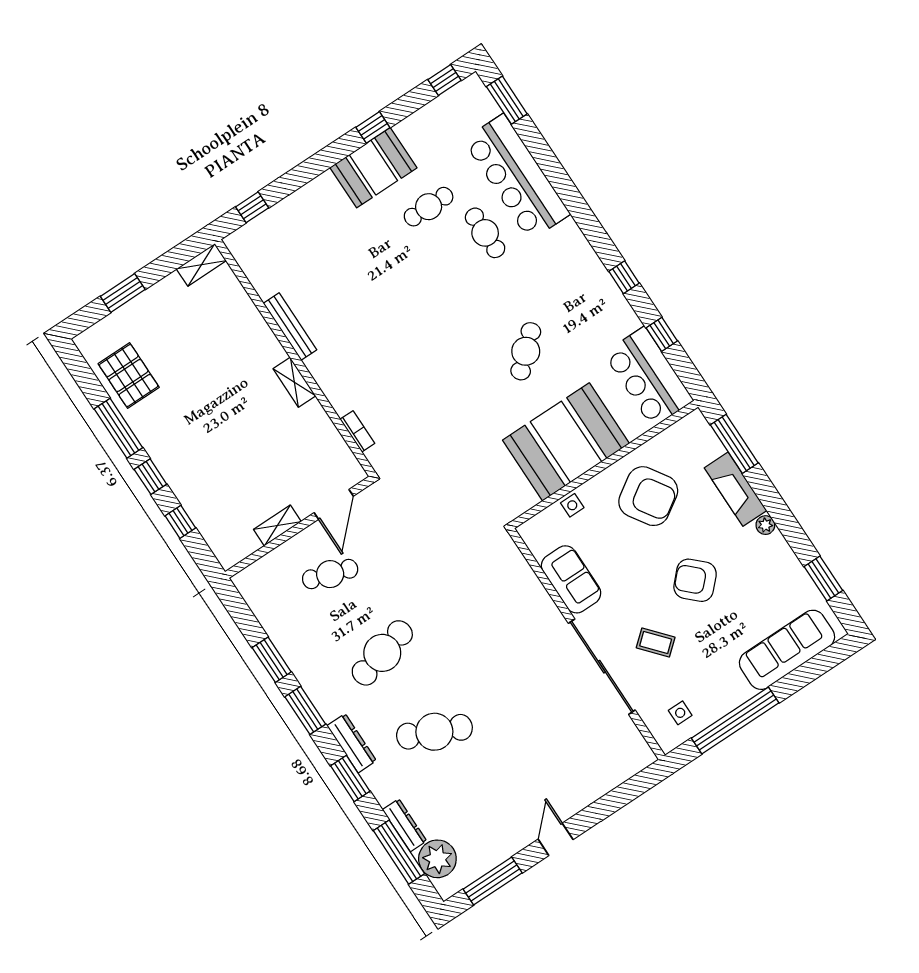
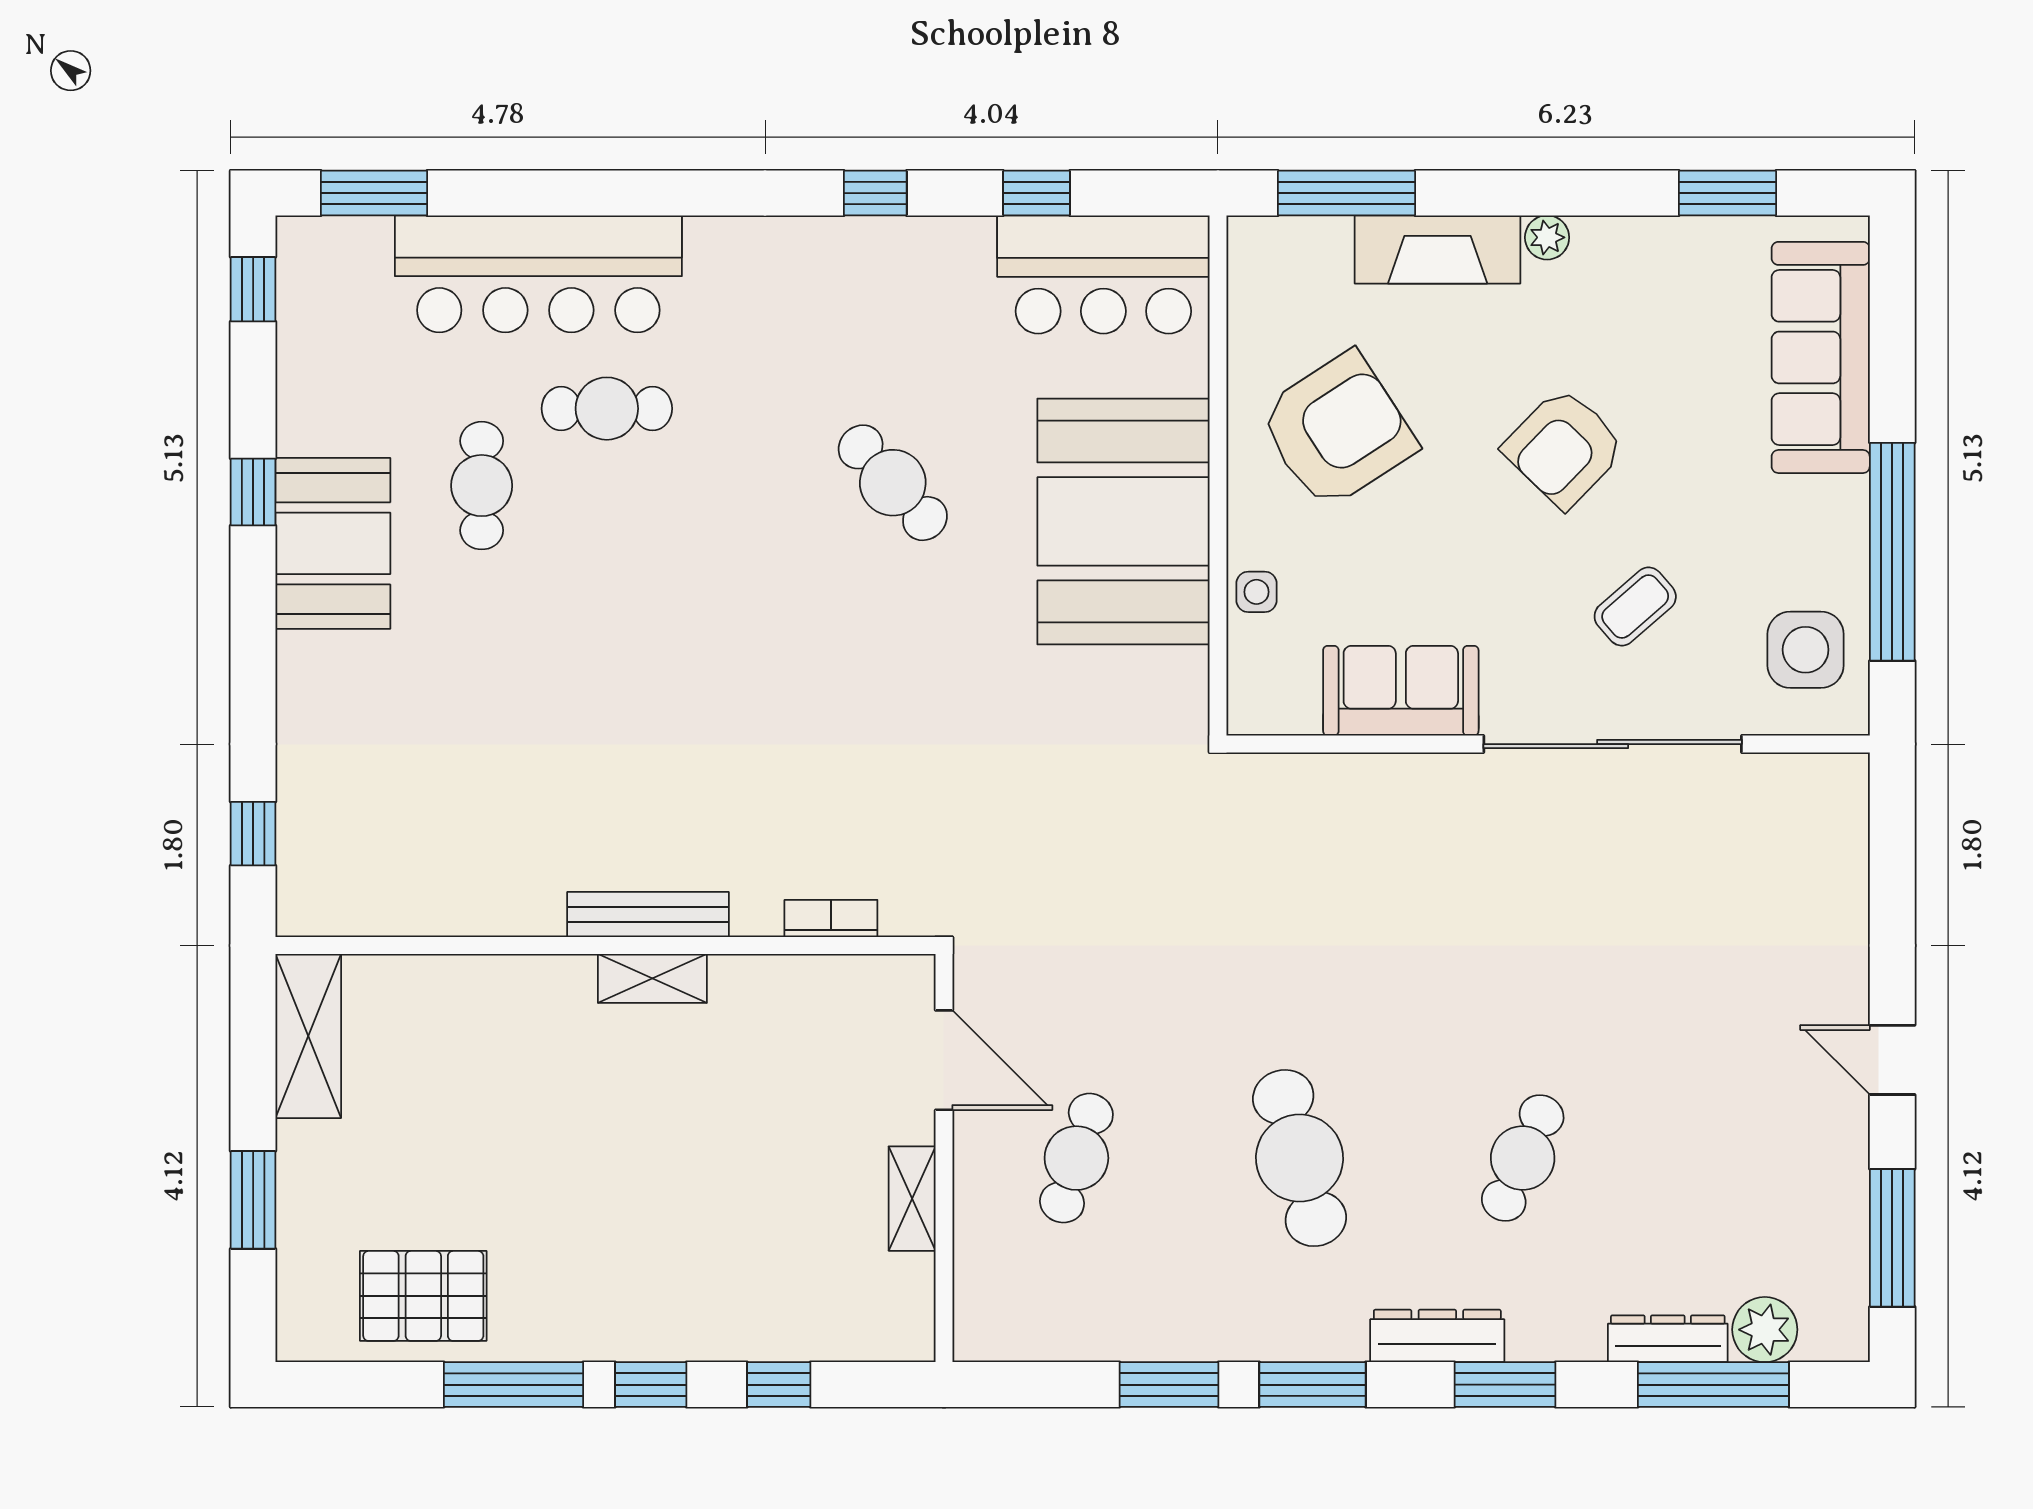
shelving: (201, 265) -> (308, 1036), width x1.50, depth x1.33
bench: (290, 327) -> (648, 914), moved
side table: (680, 713) -> (1806, 650), width x1.87, depth x1.87
cafe table: (434, 732) -> (1523, 1158), width x0.73, depth x0.74
plant: (437, 859) -> (1765, 1330), width x0.73, depth x0.73

